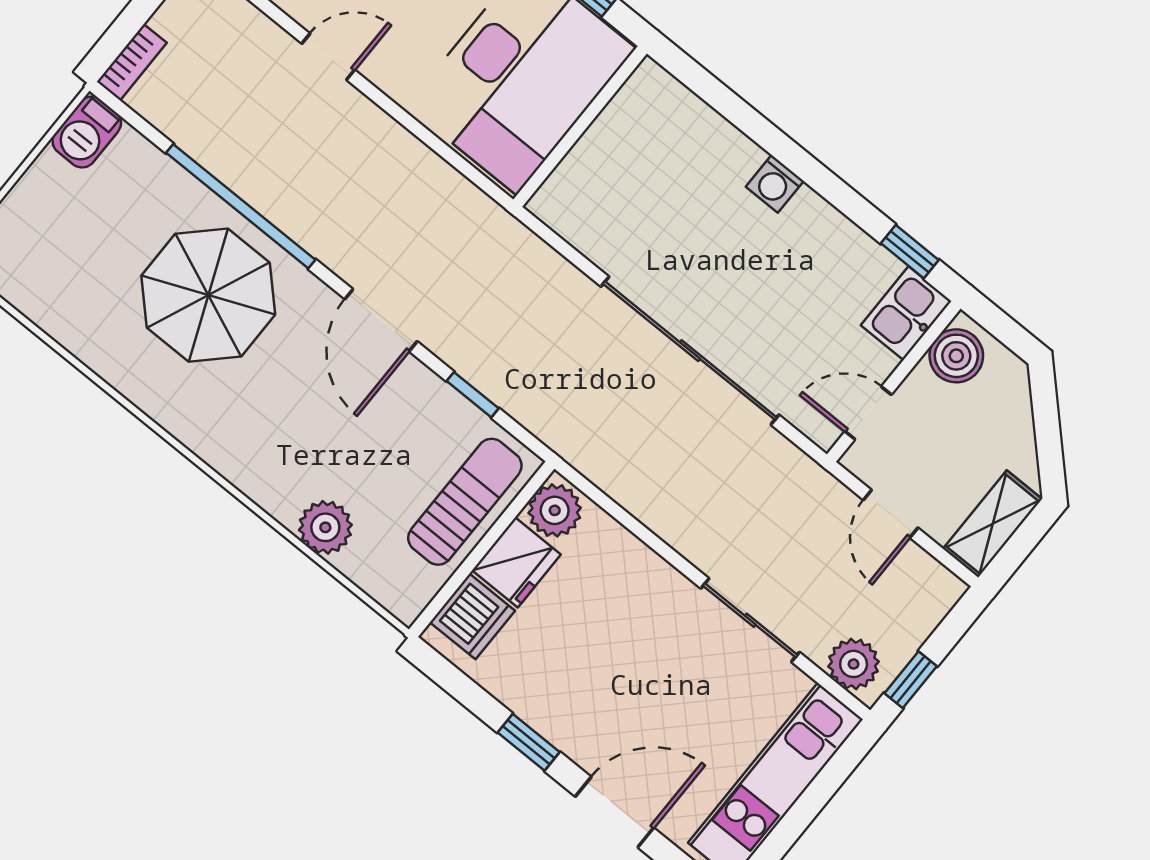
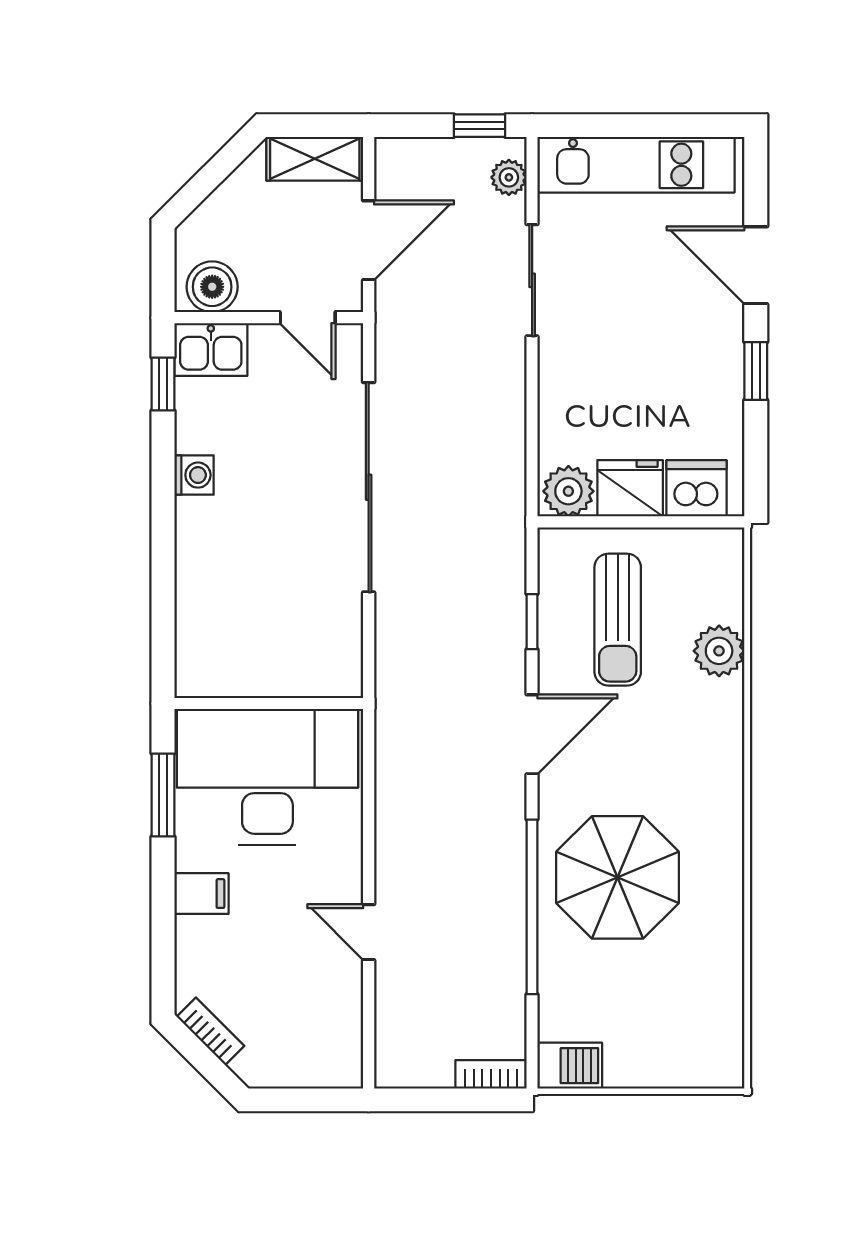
washing machine: (775, 184) -> (194, 475), moved
sun lounger: (465, 502) -> (618, 620), moved, turned -90
door: (891, 514) -> (369, 240), width x1.38
plant: (854, 664) -> (509, 177), width x0.73, depth x0.73

